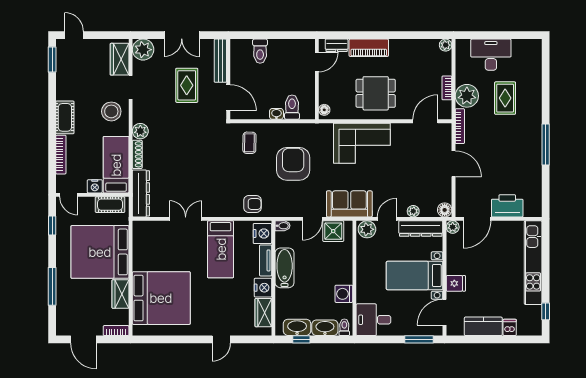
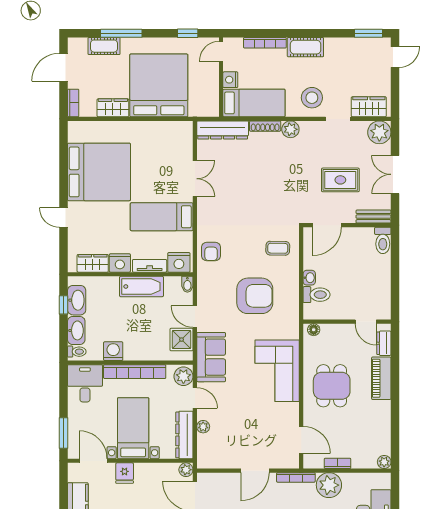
toilet: (260, 51) -> (383, 240), moved, turned -90
bench: (220, 61) -> (373, 217), width x0.73
cot: (110, 205) -> (104, 46), moved, turned 90
floor lamp: (445, 210) -> (205, 461), removed
bookcase: (363, 274) -> (135, 372), added
bed: (161, 298) -> (99, 172), moved, turned -90

